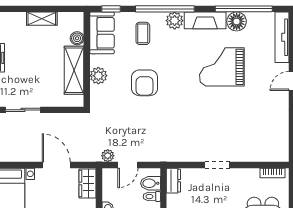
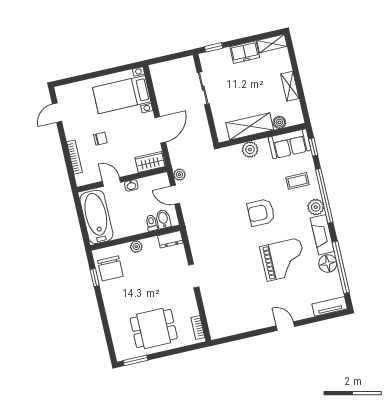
tv unit: (282, 37) -> (330, 306), width x0.71
grand piano: (222, 67) -> (284, 259), turned 90
armchair: (145, 83) -> (261, 213), moved

